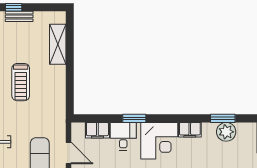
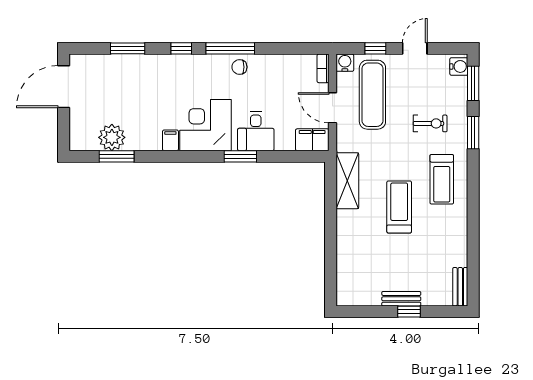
shelving: (58, 44) -> (347, 181), moved
filing cabinet: (97, 130) -> (312, 140), moved
filing cabinet: (190, 130) -> (170, 140), width x0.50

